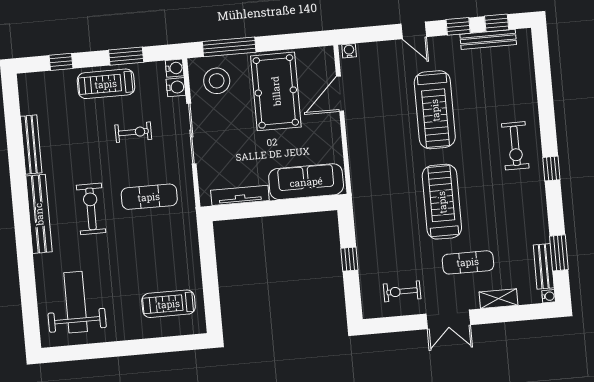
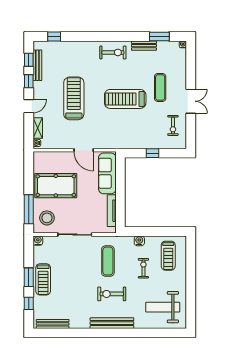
window: (126, 56) -> (29, 277), moved
water cooler: (176, 87) -> (139, 241), moved
door: (340, 94) -> (84, 150), moved
treadmill: (435, 110) -> (74, 98), turned -90
exercise bike: (133, 132) -> (143, 268), moved
bench: (31, 145) -> (53, 324), moved
exercise bike: (515, 146) -> (113, 52), moved
window: (551, 169) -> (54, 37), moved
bench: (544, 266) -> (144, 46), moved
shelving: (498, 299) -> (38, 128), moved

